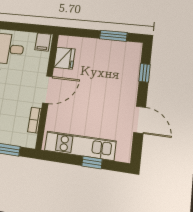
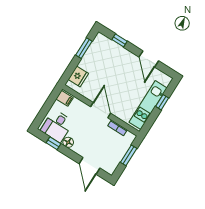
fridge: (64, 58) -> (78, 76), moved, turned 90
door: (140, 120) -> (149, 59), swing flipped

